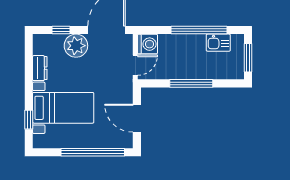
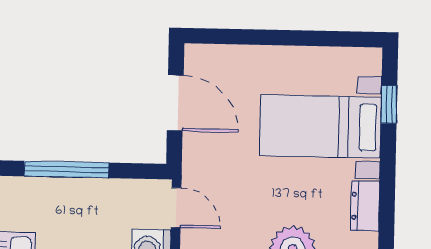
door: (135, 65) -> (176, 208), swing flipped
window: (93, 152) -> (264, 37), removed

